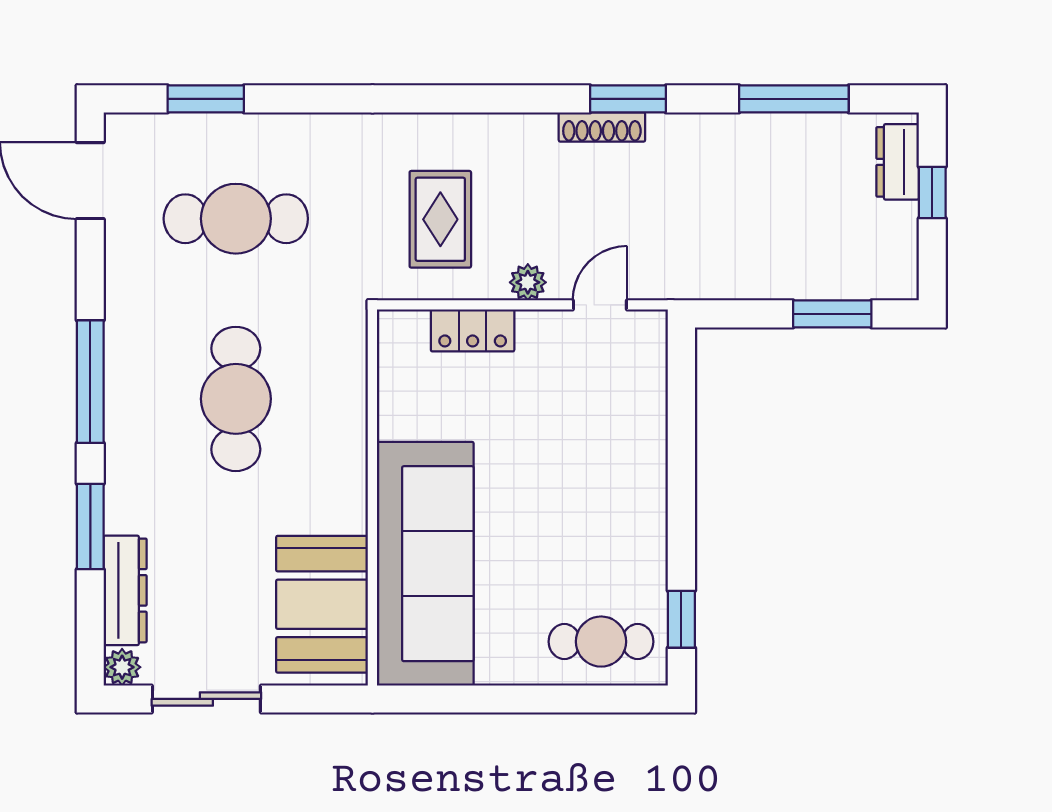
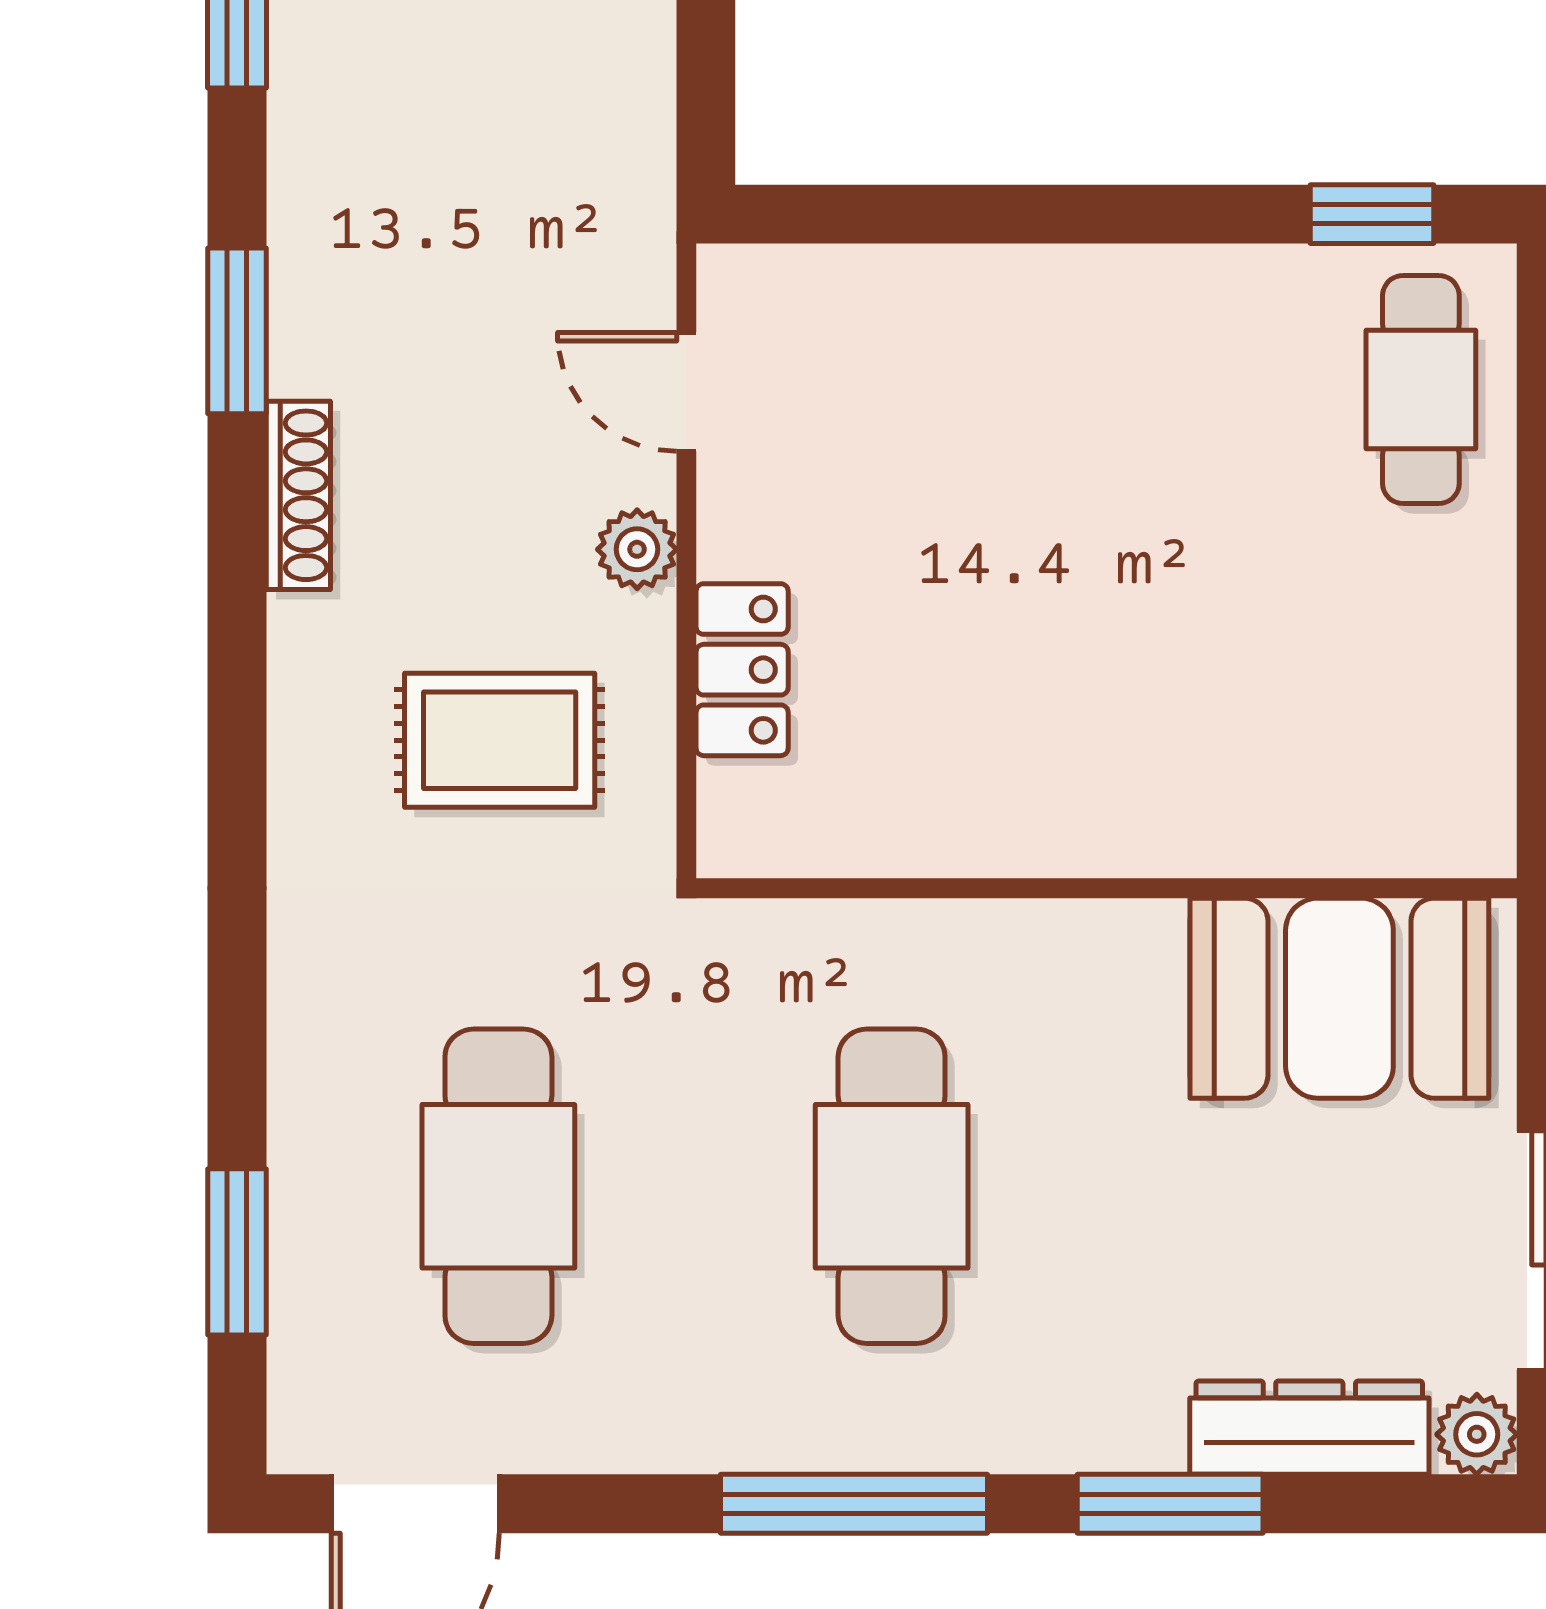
shoe rack: (602, 127) -> (298, 495), moved
cafe table: (236, 399) -> (892, 1186), turned 90
sofa: (425, 564) -> (1251, 773), removed

